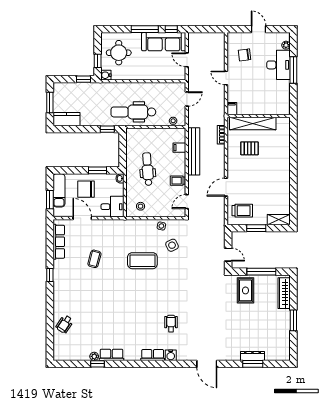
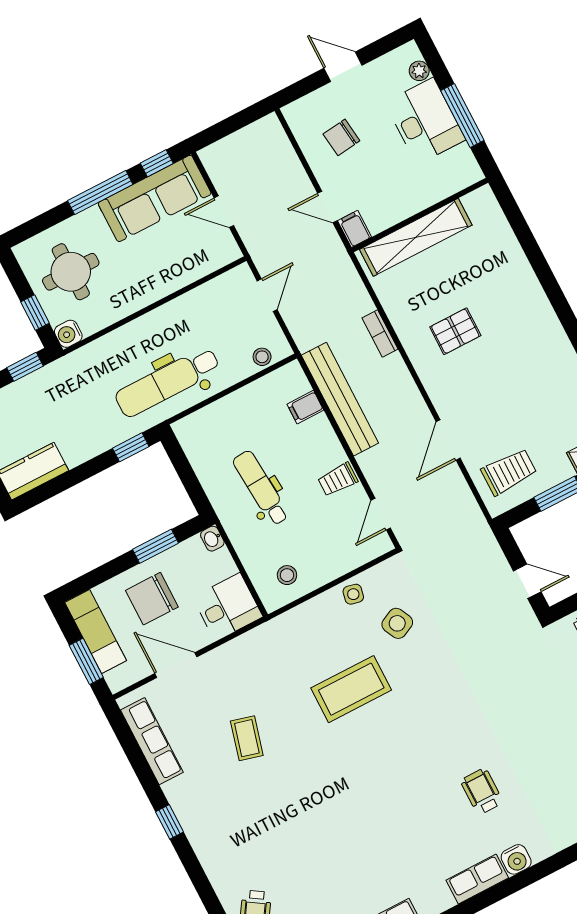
filing cabinet: (232, 109) -> (355, 229), moved
wall: (259, 116) -> (420, 215), moved
shelving: (253, 123) -> (416, 237), moved

